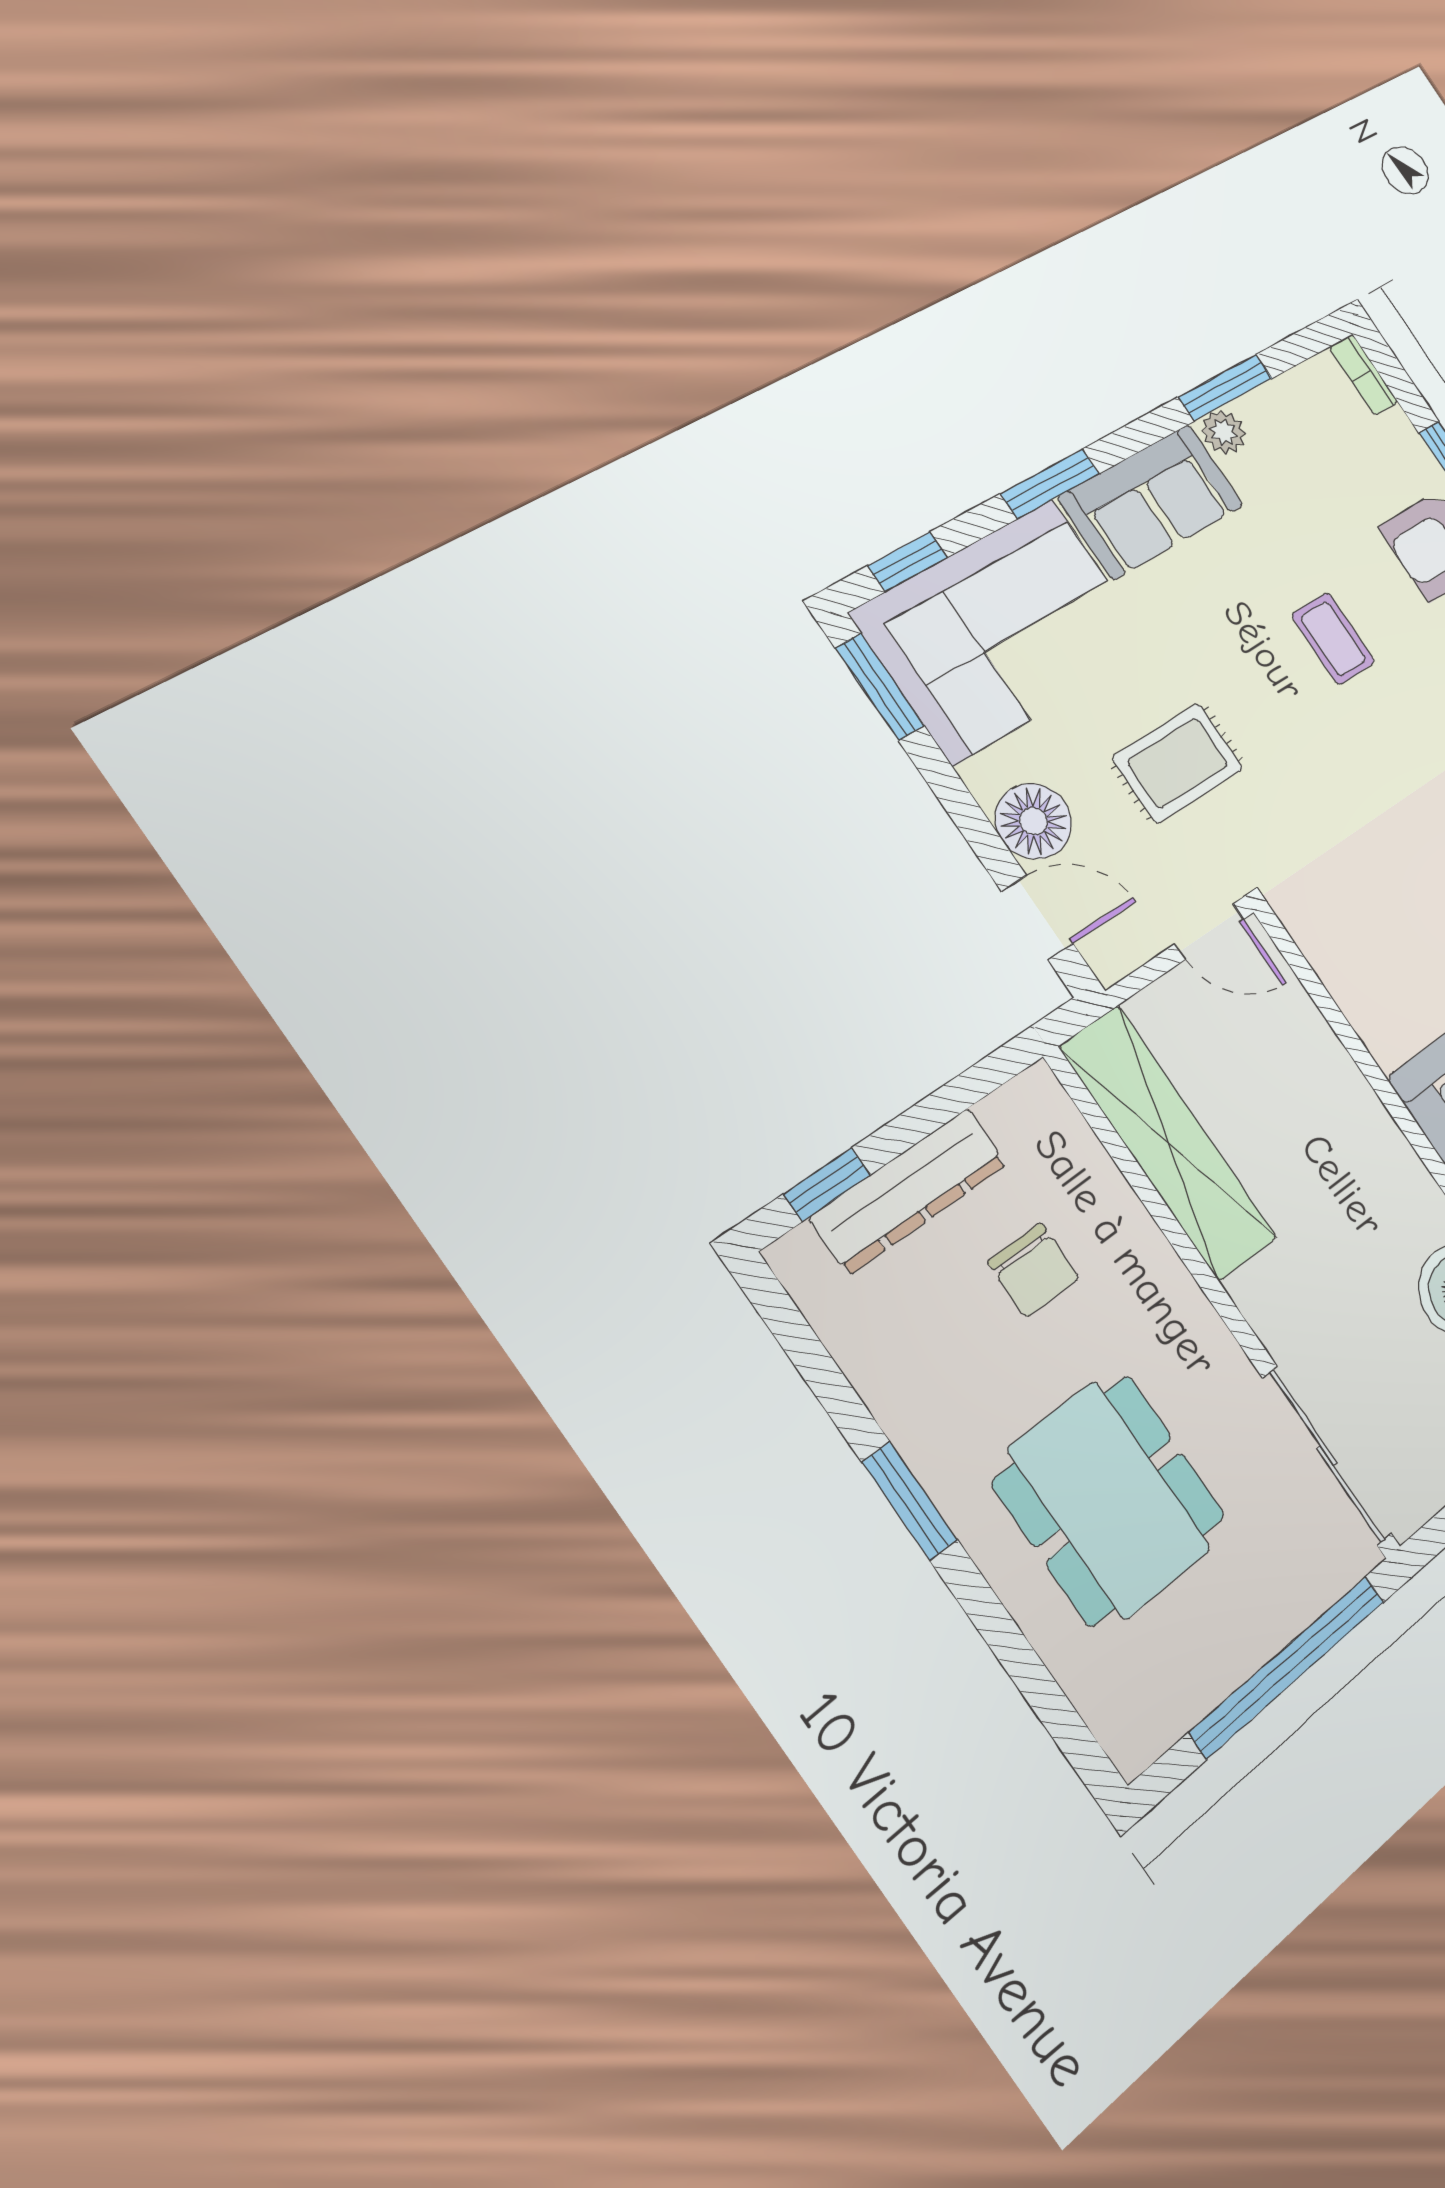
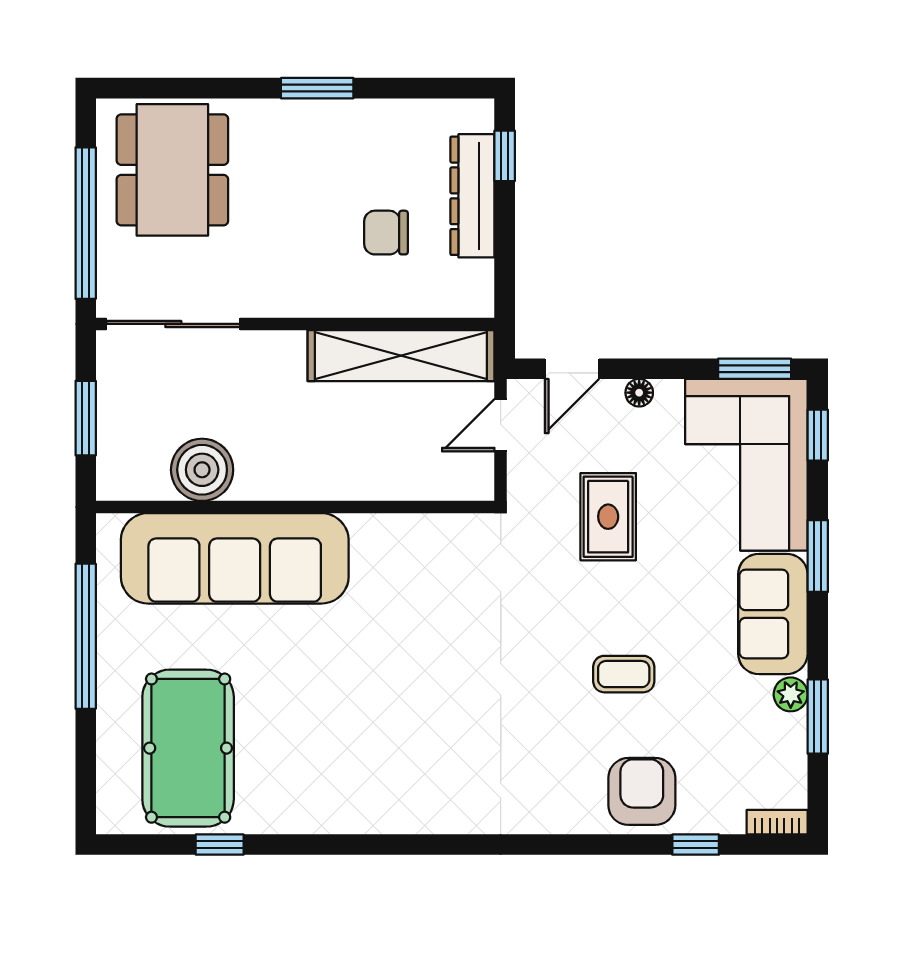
floor lamp: (1033, 821) -> (639, 393), width x0.53, depth x0.53
door: (1209, 931) -> (501, 425), moved
dining table: (1110, 1500) -> (172, 170), moved, turned 90

